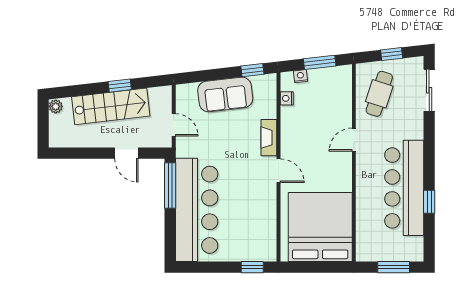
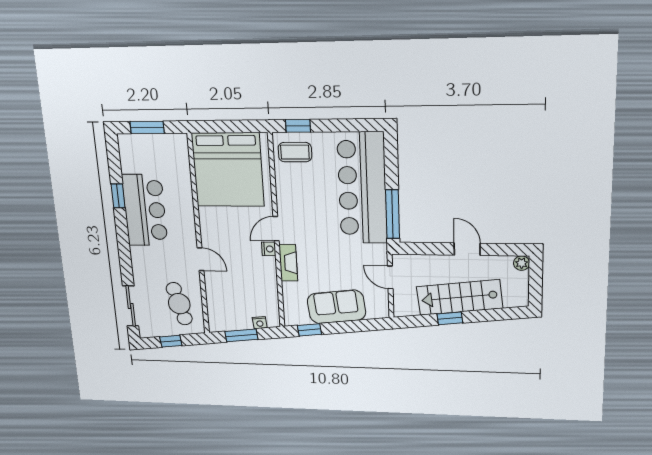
cafe table: (379, 94) -> (179, 304), turned -33
nightstand: (287, 98) -> (269, 249), moved
plant: (56, 106) -> (522, 263), moved
door: (354, 140) -> (200, 259), hinge flipped
door: (126, 153) -> (467, 249), moved
door: (278, 171) -> (276, 229), hinge flipped
bar counter: (404, 188) -> (145, 210), width x0.73
coffee table: (256, 243) -> (295, 152), added

